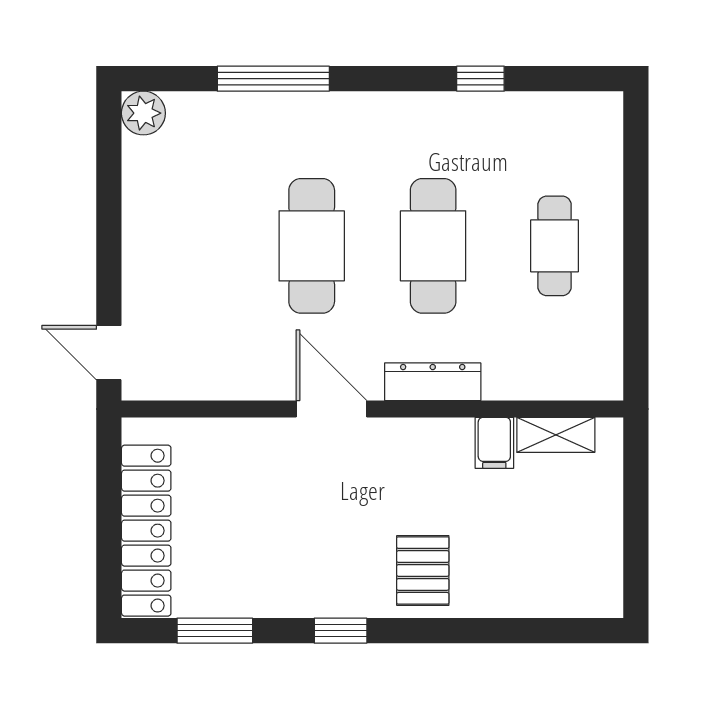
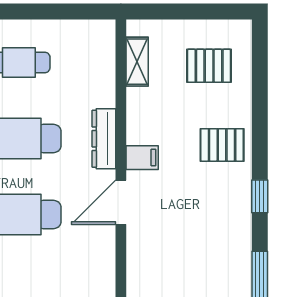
filing cabinet: (494, 443) -> (142, 158), moved
pallet: (549, 550) -> (209, 66), added

